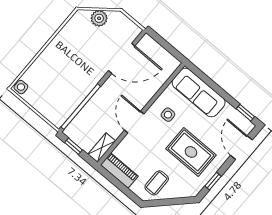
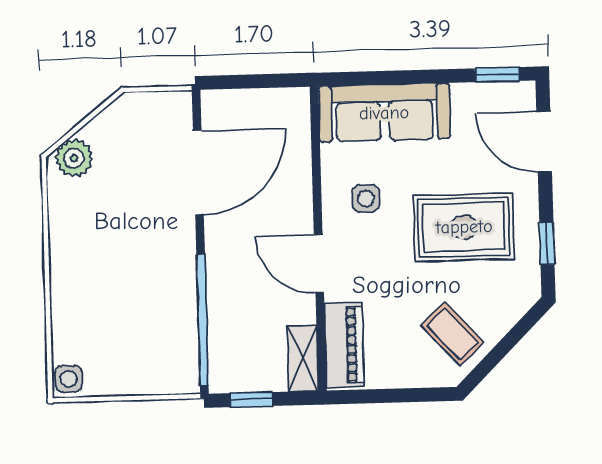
plant: (99, 18) -> (74, 158), moved
piano: (119, 170) -> (344, 345), moved, turned 90
coffee table: (157, 183) -> (452, 334), turned -43

